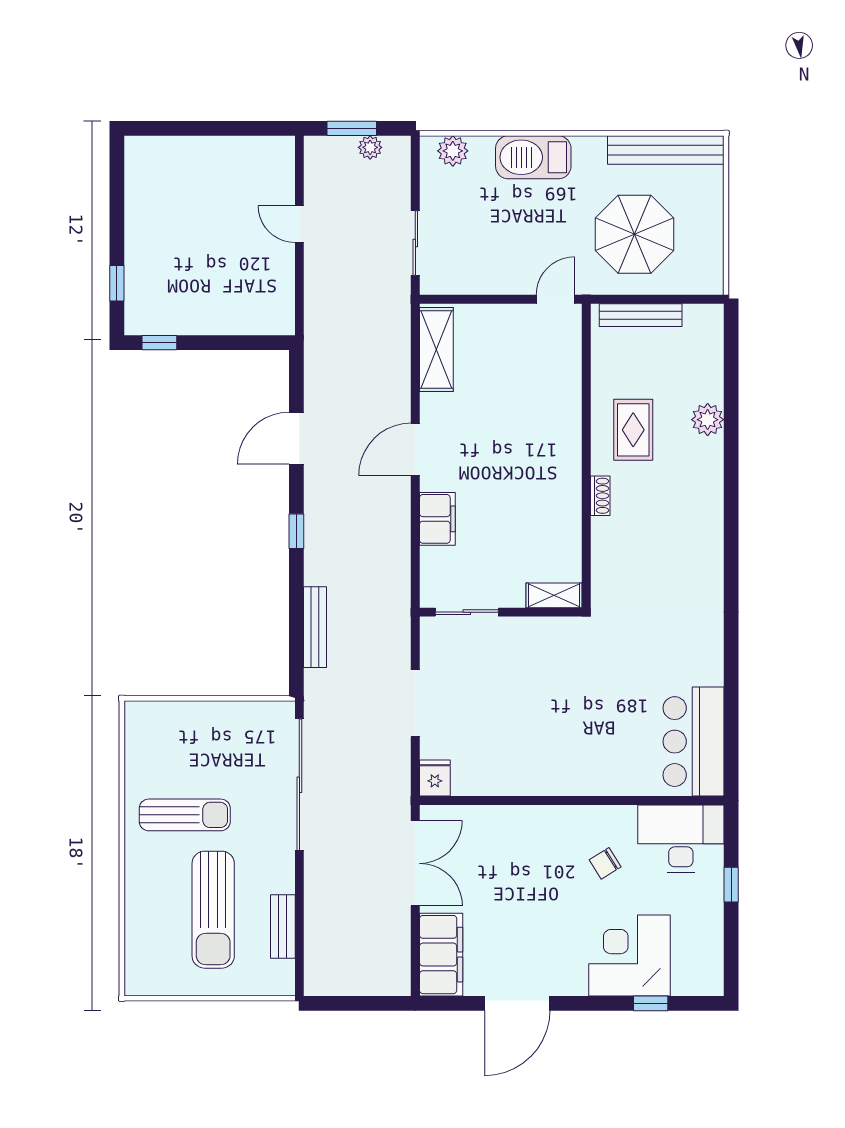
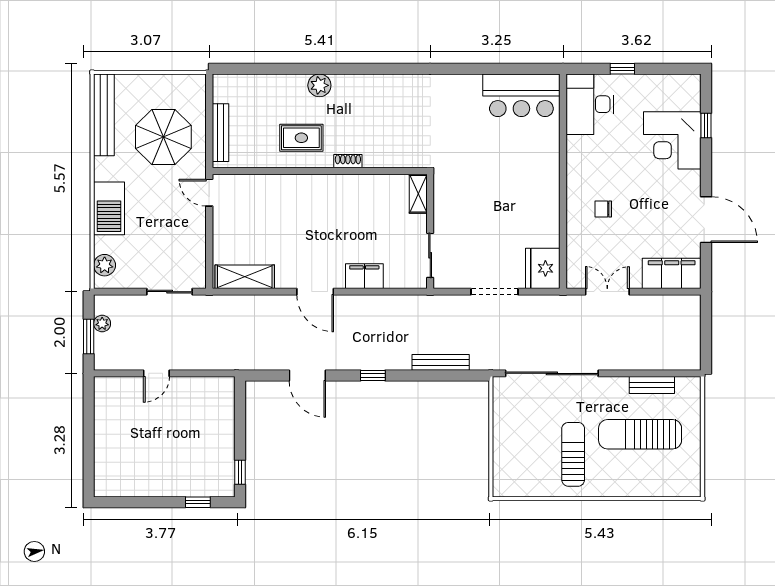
plant: (708, 420) -> (319, 85), moved
fridge: (435, 778) -> (543, 268), width x1.88, depth x1.34
double door: (415, 863) -> (607, 292), width x0.73
chair: (605, 863) -> (603, 209), moved, turned 122
sun lounger: (213, 910) -> (640, 434), turned 180

